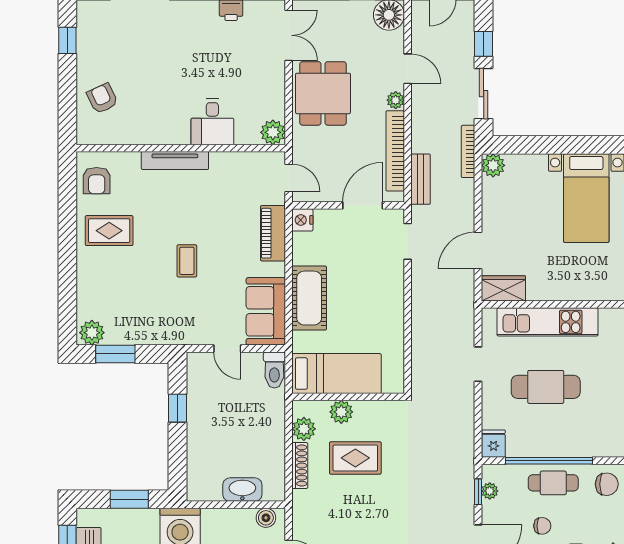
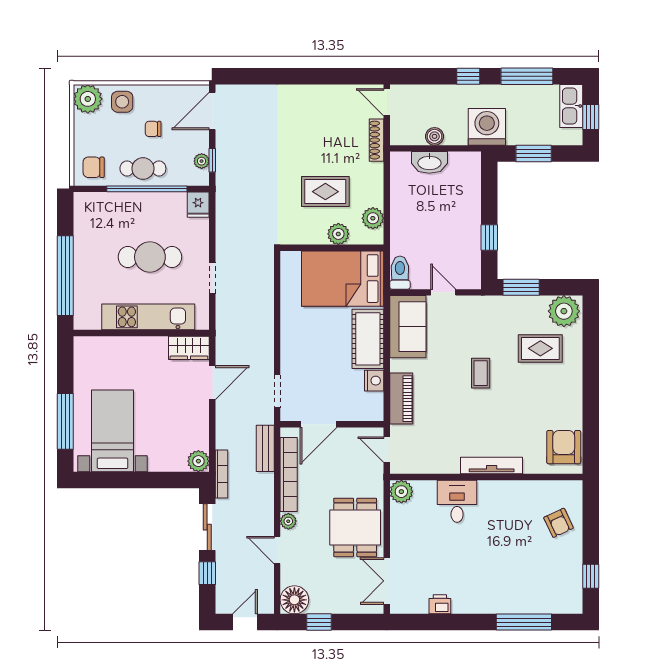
armchair: (97, 181) -> (564, 447), width x1.38, depth x1.38
nightstand: (302, 220) -> (374, 381), moved
rug: (109, 231) -> (540, 348), moved
plant: (92, 333) -> (564, 311), width x1.36, depth x1.36
window: (115, 354) -> (521, 287), moved
bed: (337, 374) -> (343, 279), width x1.50
shoe rack: (300, 466) -> (376, 140), moved
boiler: (266, 518) -> (434, 136), moved

